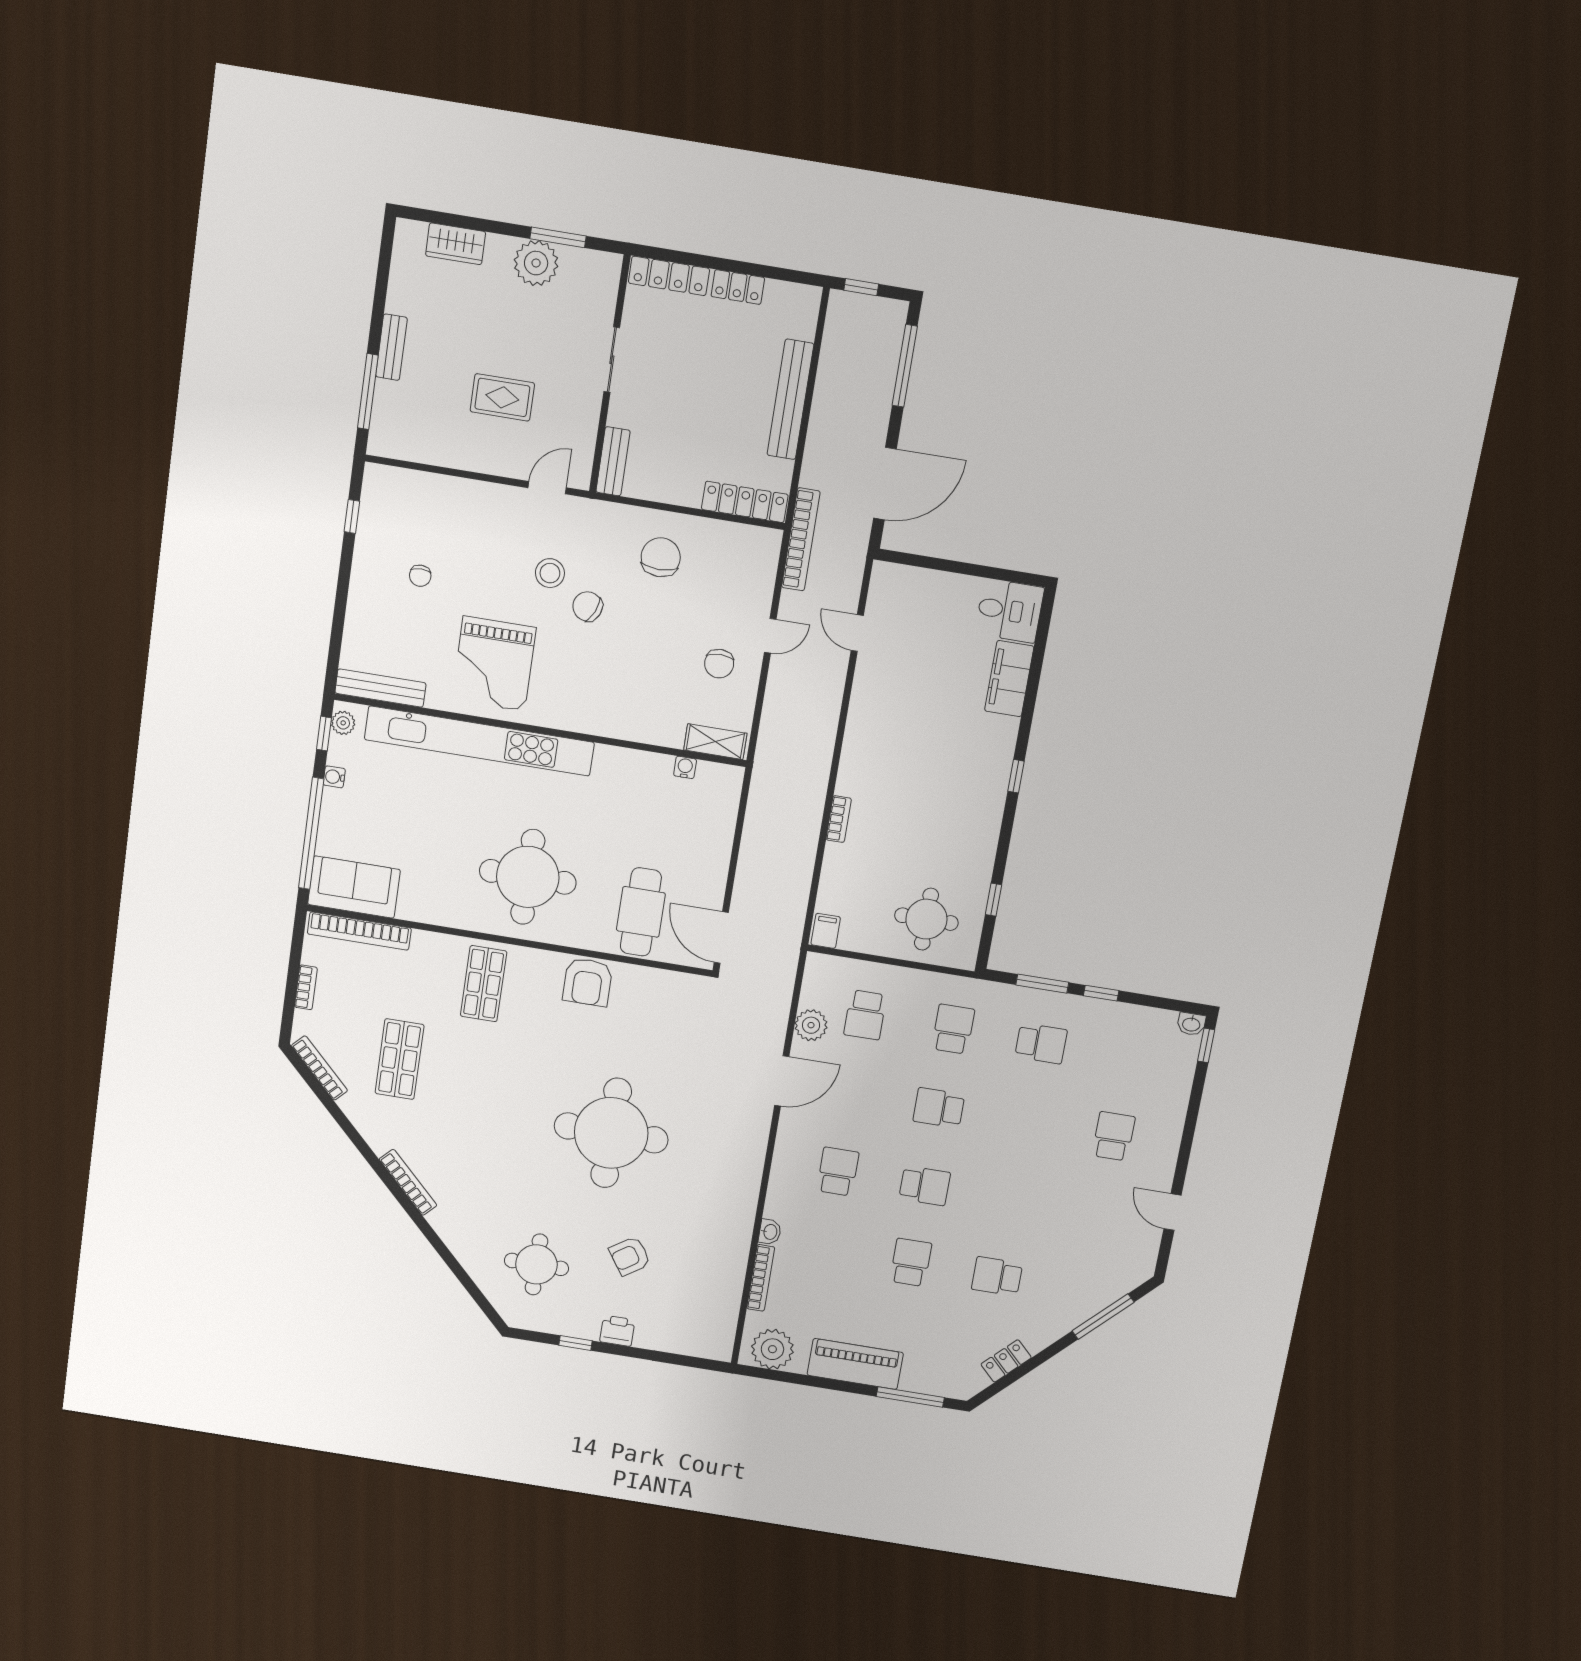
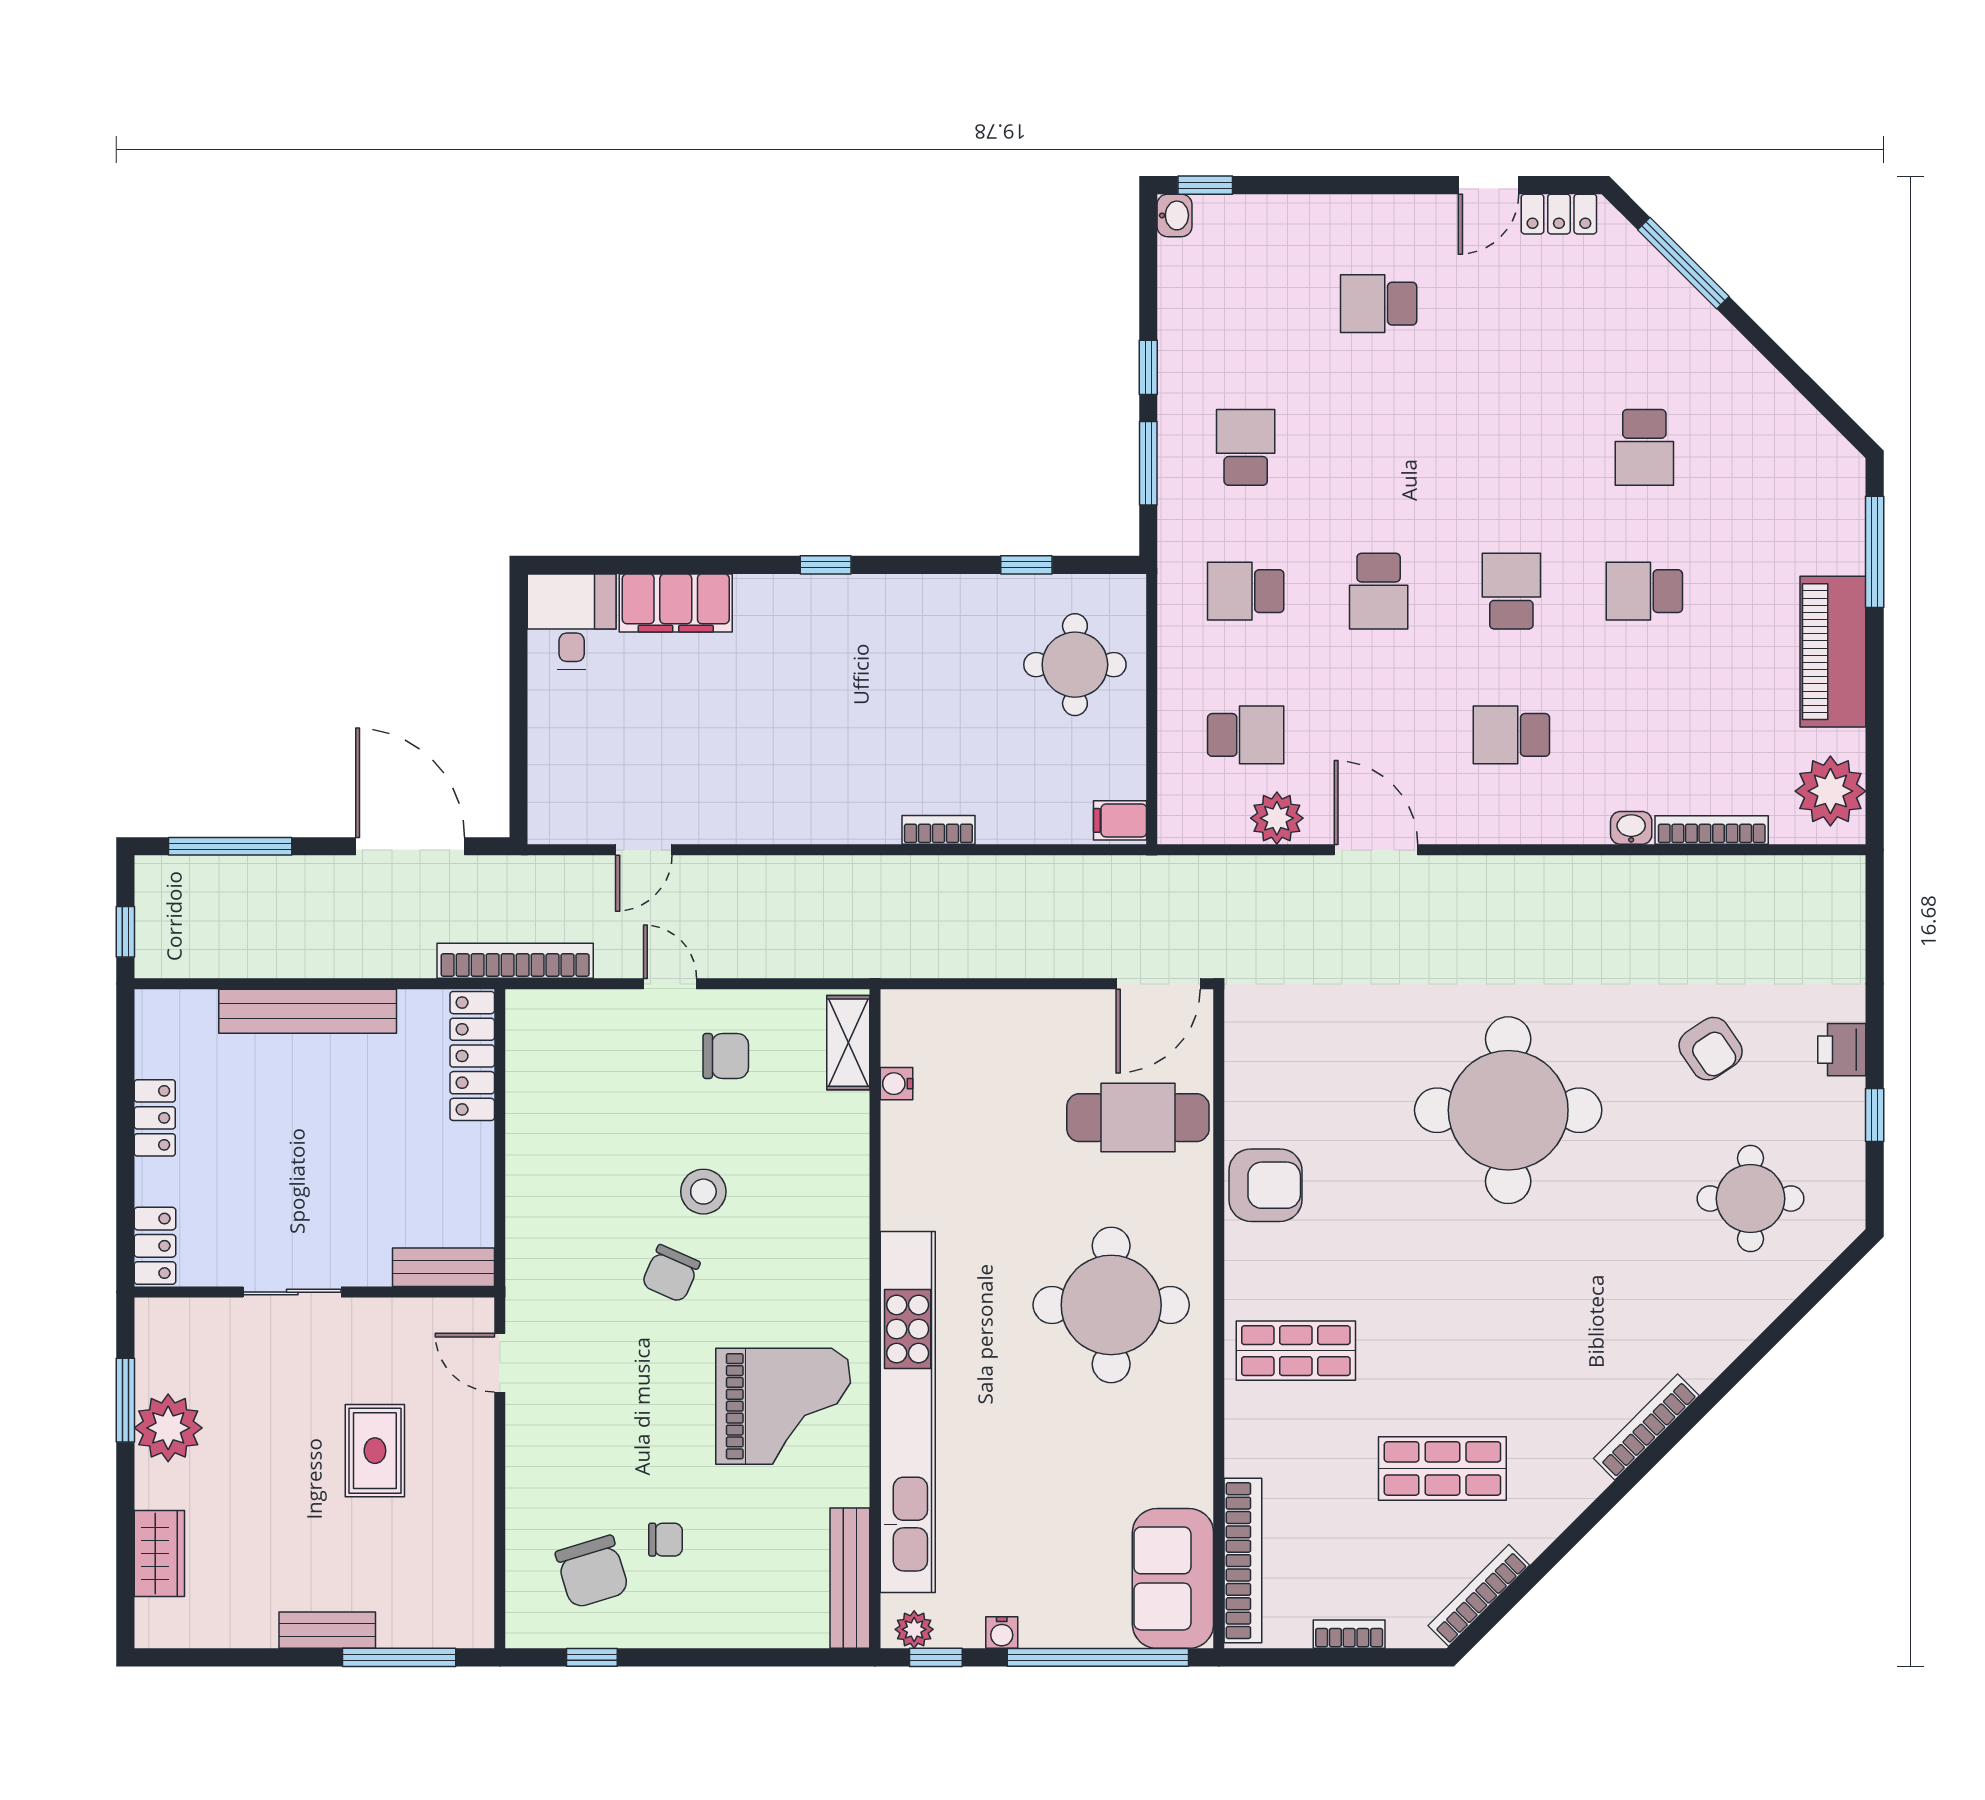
locker: (669, 276) -> (155, 1246), width x0.66
chair: (661, 557) -> (592, 1572), moved, turned -107
stool: (550, 573) -> (703, 1192), moved
locker: (1006, 1361) -> (1559, 214), moved, turned -45

